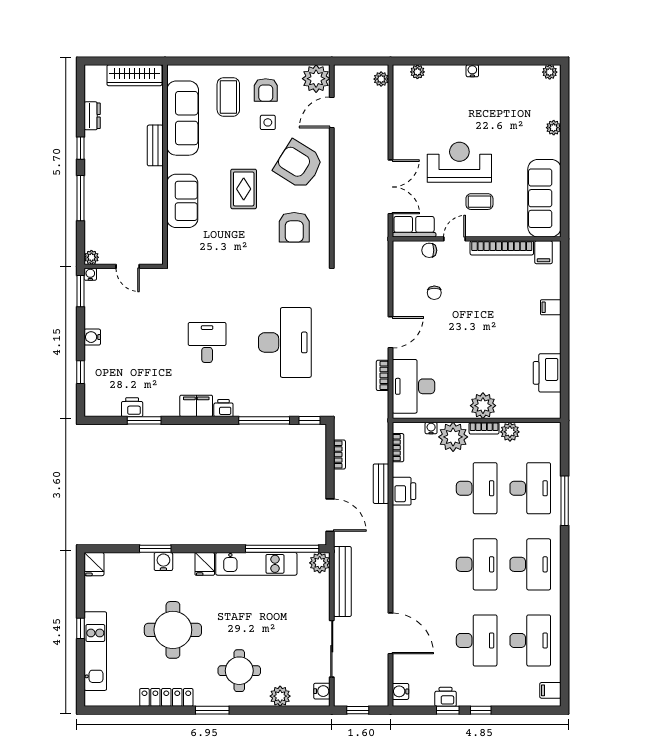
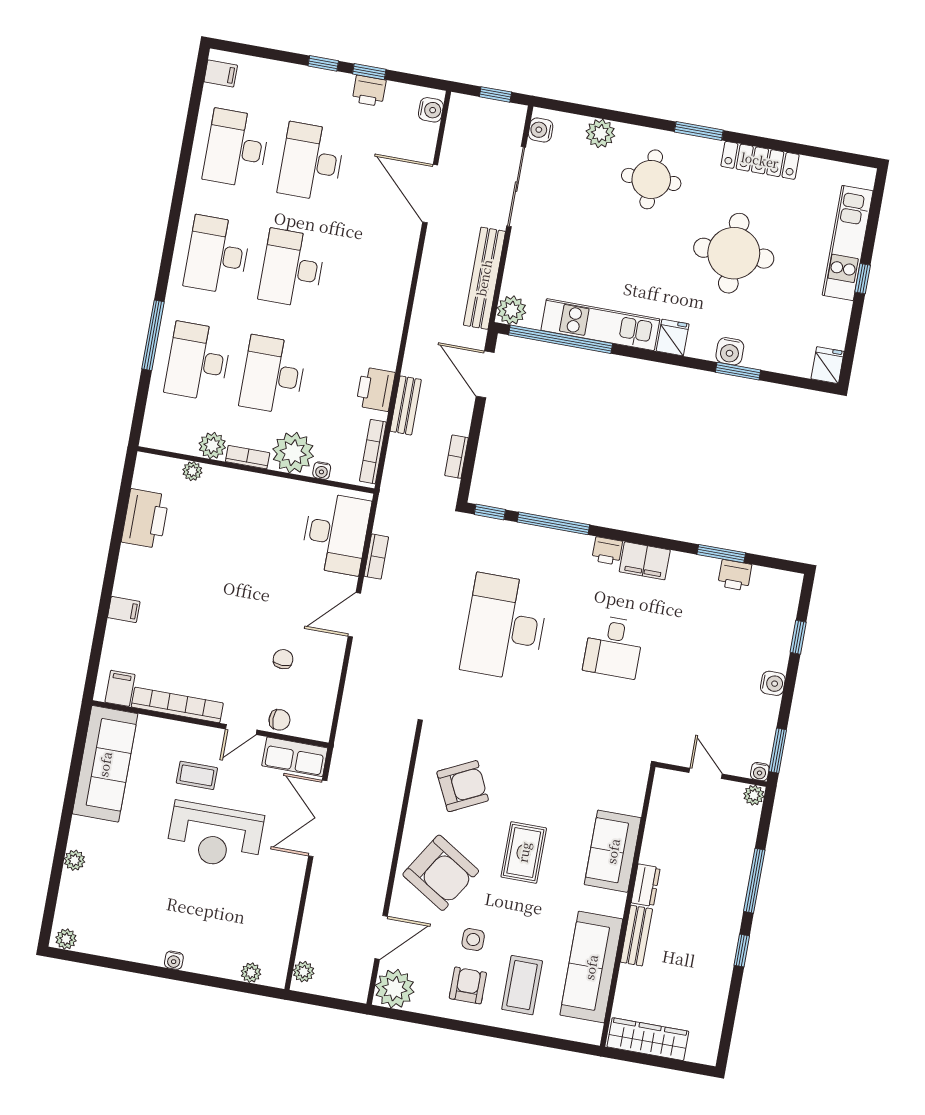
dresser: (92, 116) -> (646, 885), moved, turned 180
armchair: (294, 227) -> (463, 786), turned 64
plant: (483, 406) -> (192, 471), moved, width x0.53, depth x0.53
bookcase: (398, 448) -> (373, 452), width x1.56

